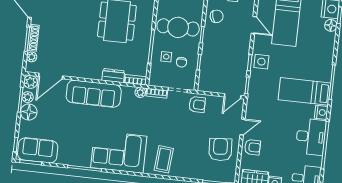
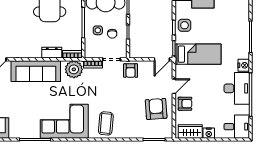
bed: (304, 91) -> (198, 54), moved, turned 180
plant: (140, 92) -> (74, 69), width x1.88, depth x1.88
armchair: (197, 105) -> (131, 71), turned 90

